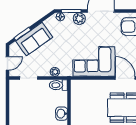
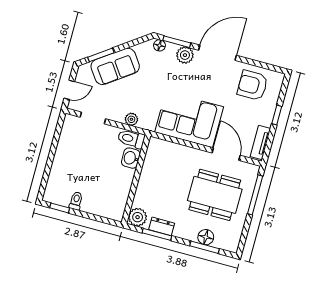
washbasin: (62, 114) -> (131, 158), moved

